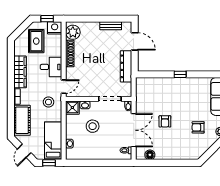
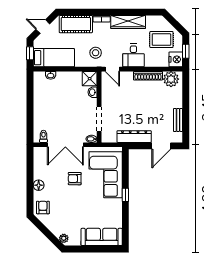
corner sofa: (161, 93) -> (106, 175), added
stool: (93, 126) -> (70, 100), removed
armchair: (198, 127) -> (43, 208), moved
floor lamp: (150, 155) -> (39, 185), moved

